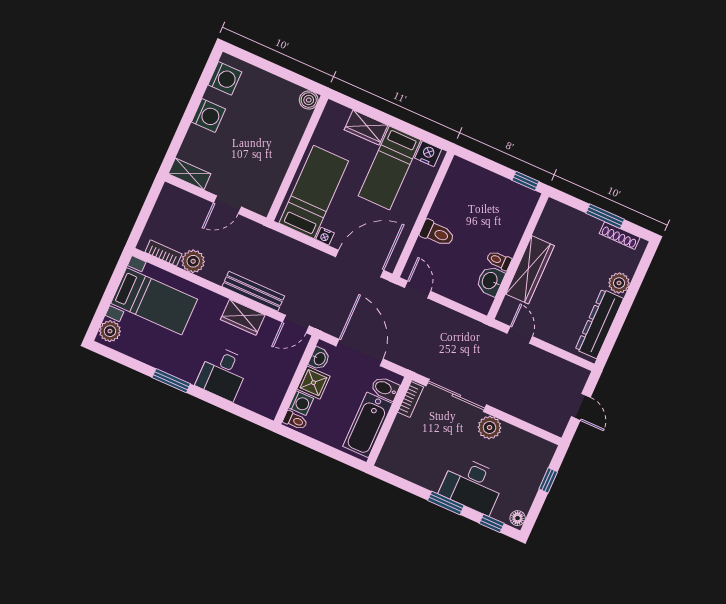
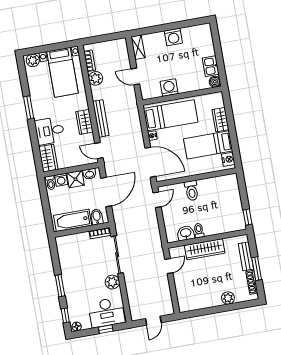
washing machine: (225, 78) -> (169, 88), moved, turned 180
kitchen sink: (283, 91) -> (211, 66), added
bench: (578, 220) -> (246, 256), added
dresser: (599, 324) -> (201, 302), removed
wardrobe: (259, 401) -> (48, 158), added
desk: (472, 485) -> (106, 312), moved, turned -90

